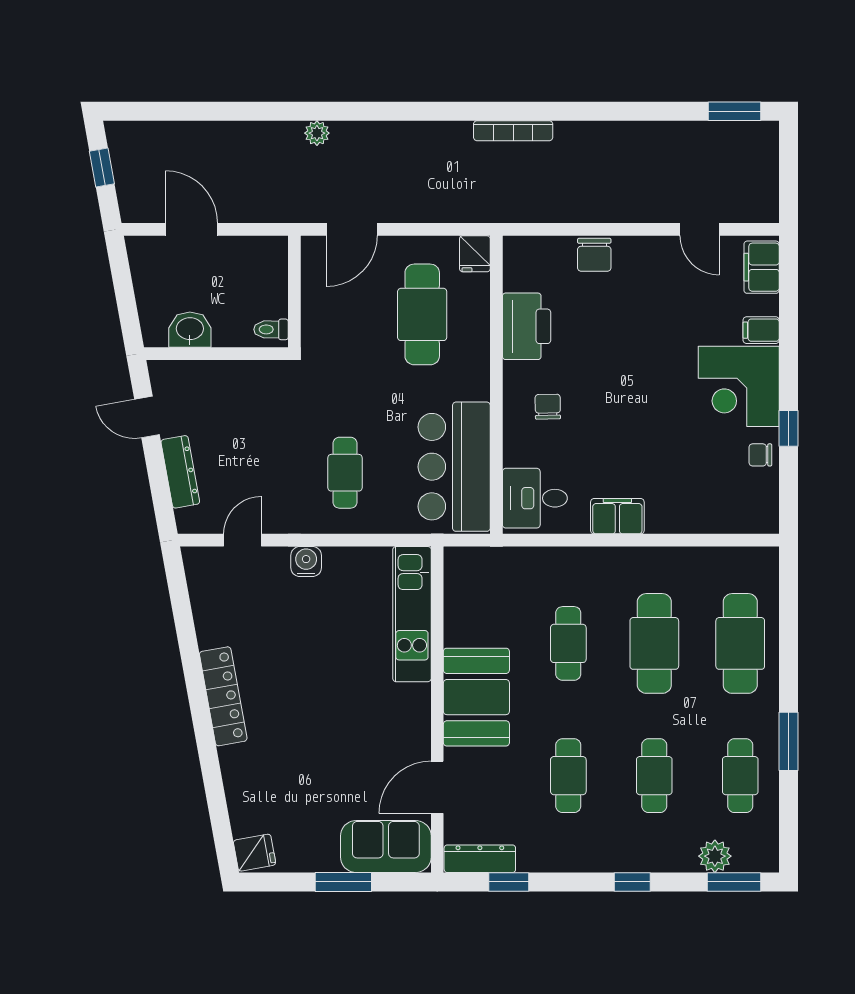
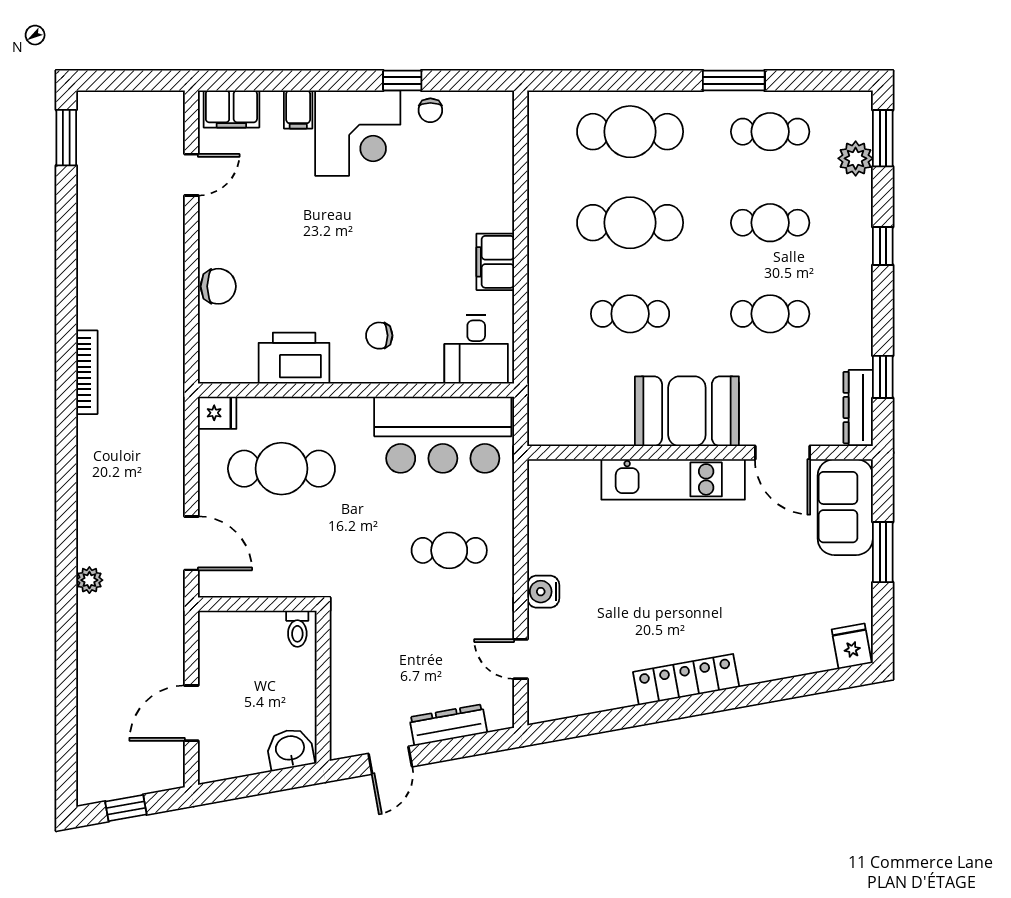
washbasin: (190, 330) -> (290, 749), moved, turned 80
kitchen unit: (412, 614) -> (673, 479), moved

